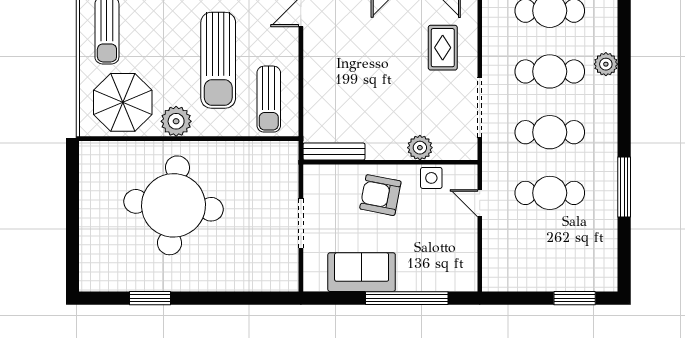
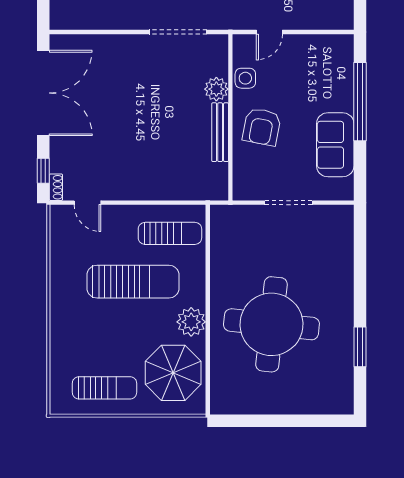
rug: (443, 48) -> (121, 67), removed
bench: (334, 152) -> (220, 132), moved

